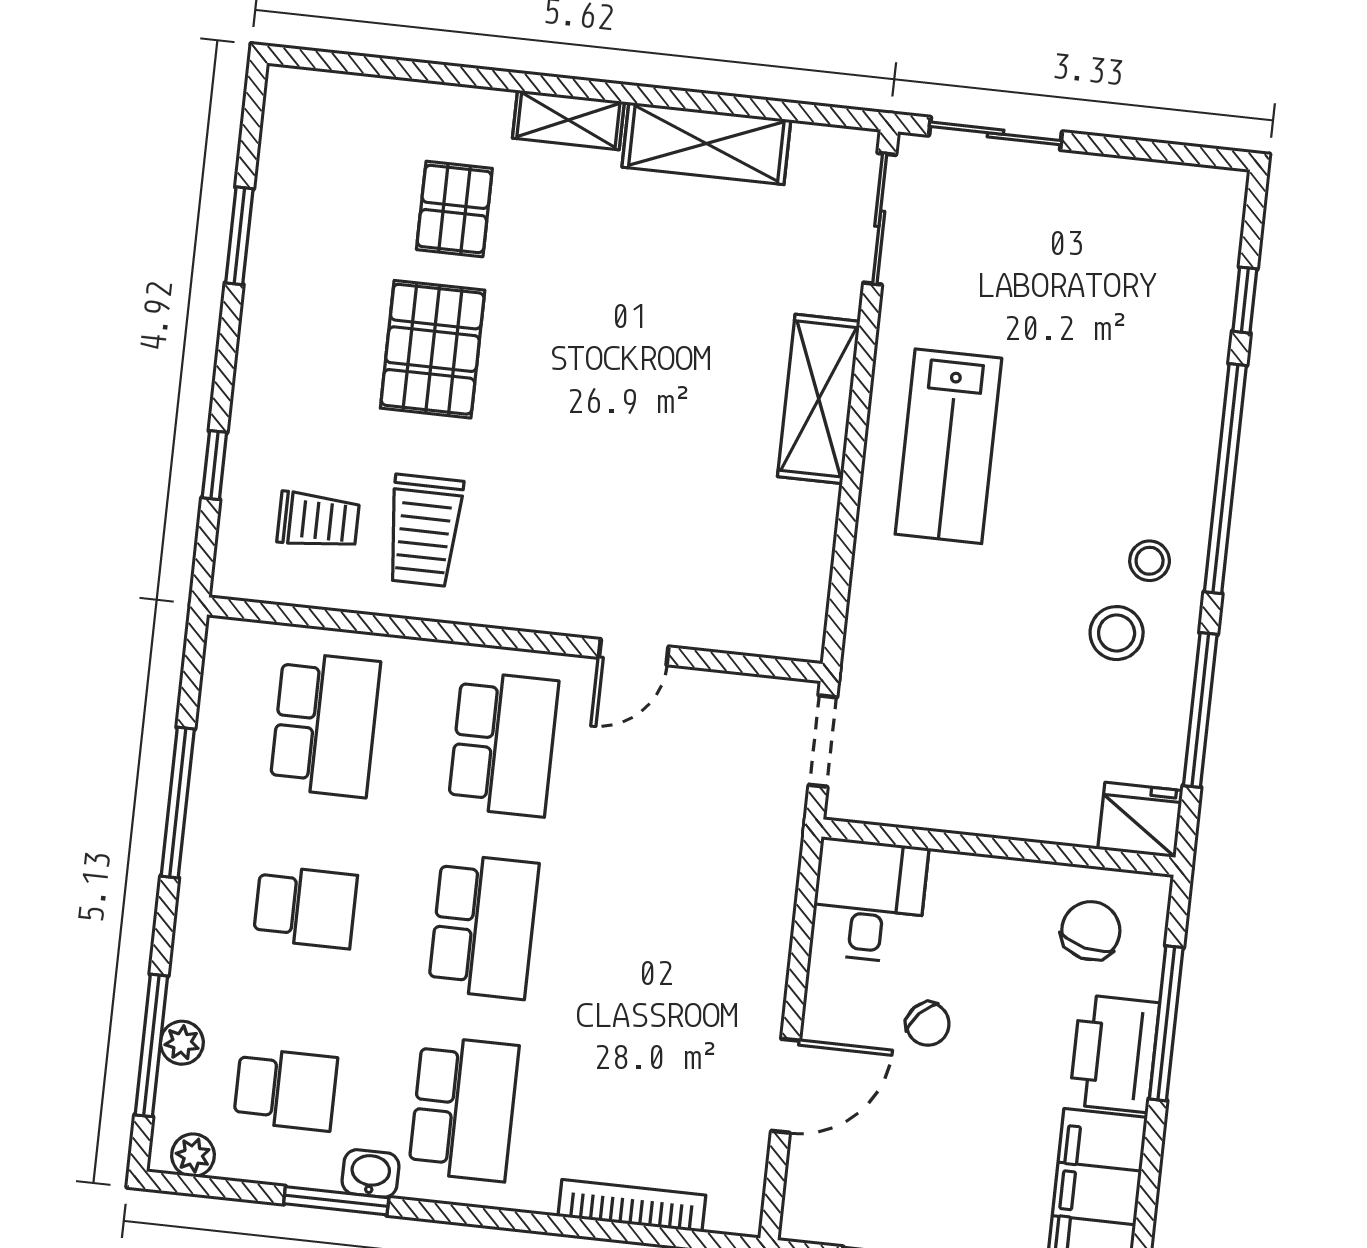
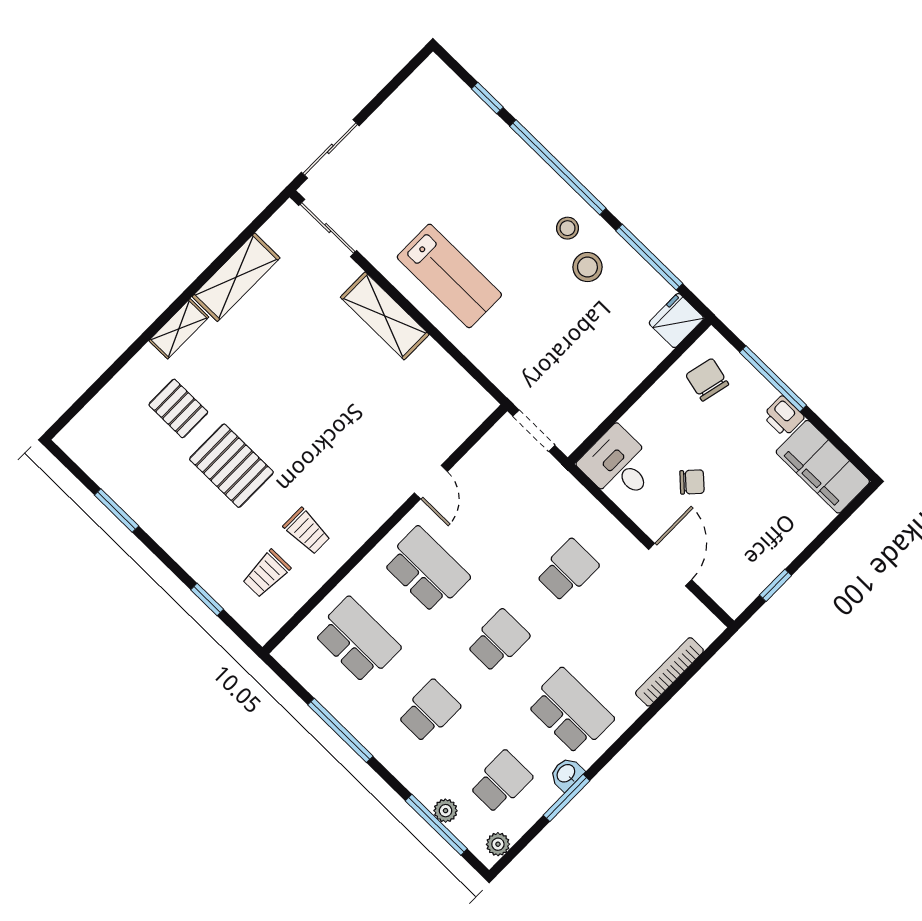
trolley: (318, 520) -> (266, 574), turned 180
trolley: (424, 530) -> (307, 531), width x0.73, depth x0.72
school desk: (484, 926) -> (498, 641), width x0.54
school desk: (662, 946) -> (567, 570), added
printer: (1114, 1054) -> (783, 416), width x0.53, depth x0.68

